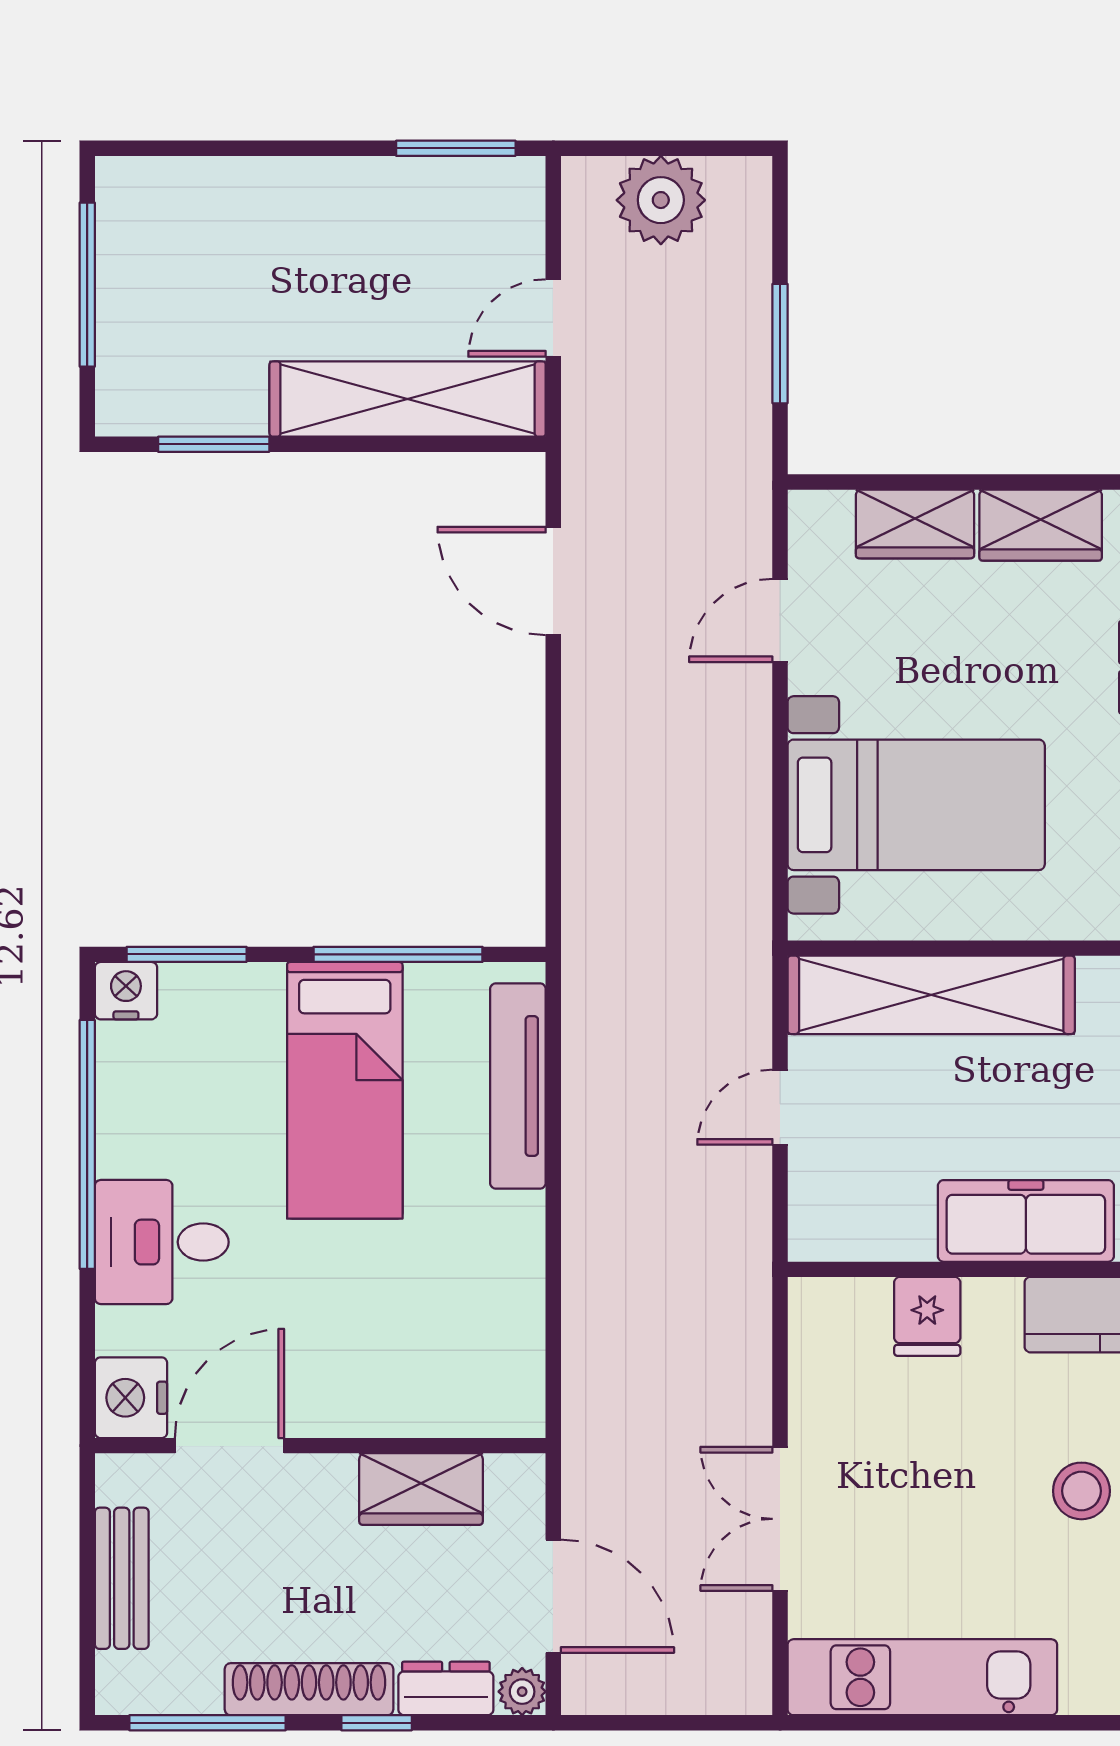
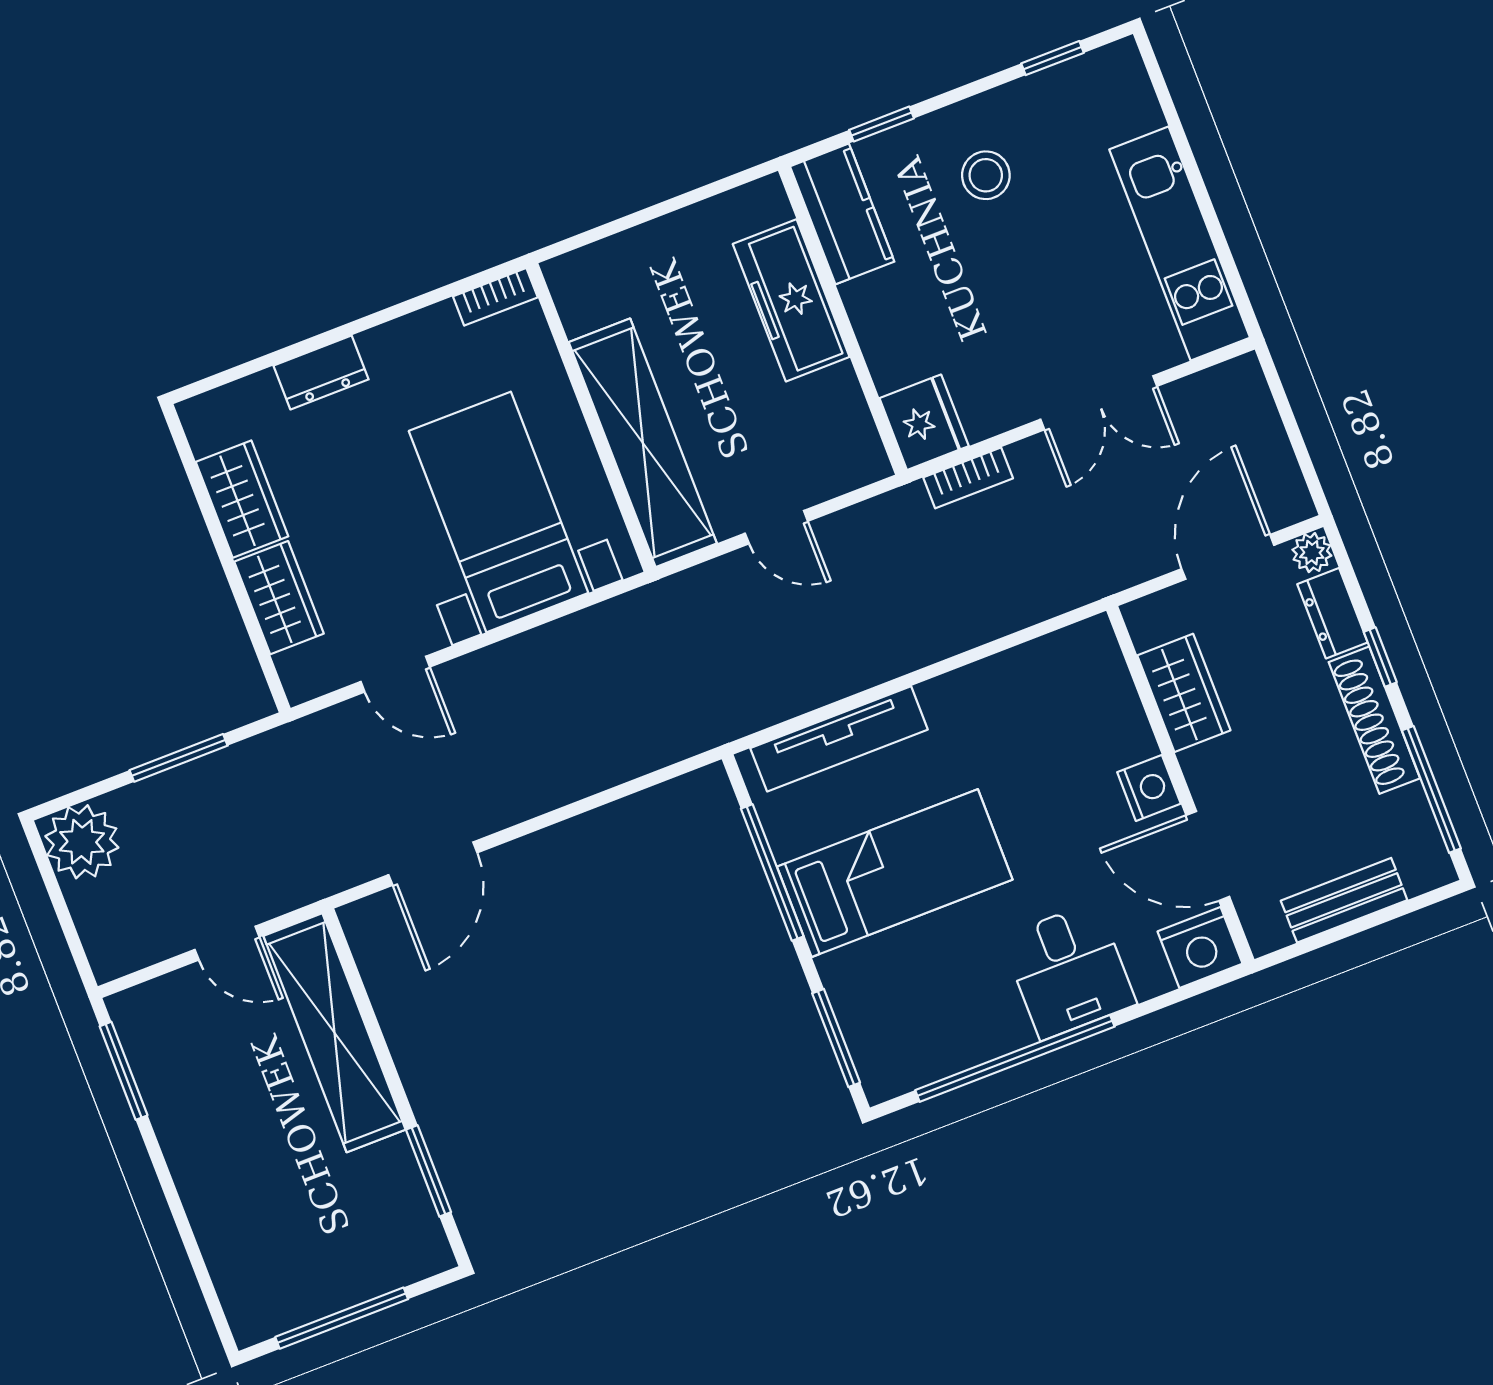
plant: (661, 200) -> (82, 842), moved
nightstand: (126, 991) -> (1149, 788), moved, turned 180
fridge: (927, 1316) -> (924, 422), moved, width x1.38
bookcase: (753, 1341) -> (968, 478), added

